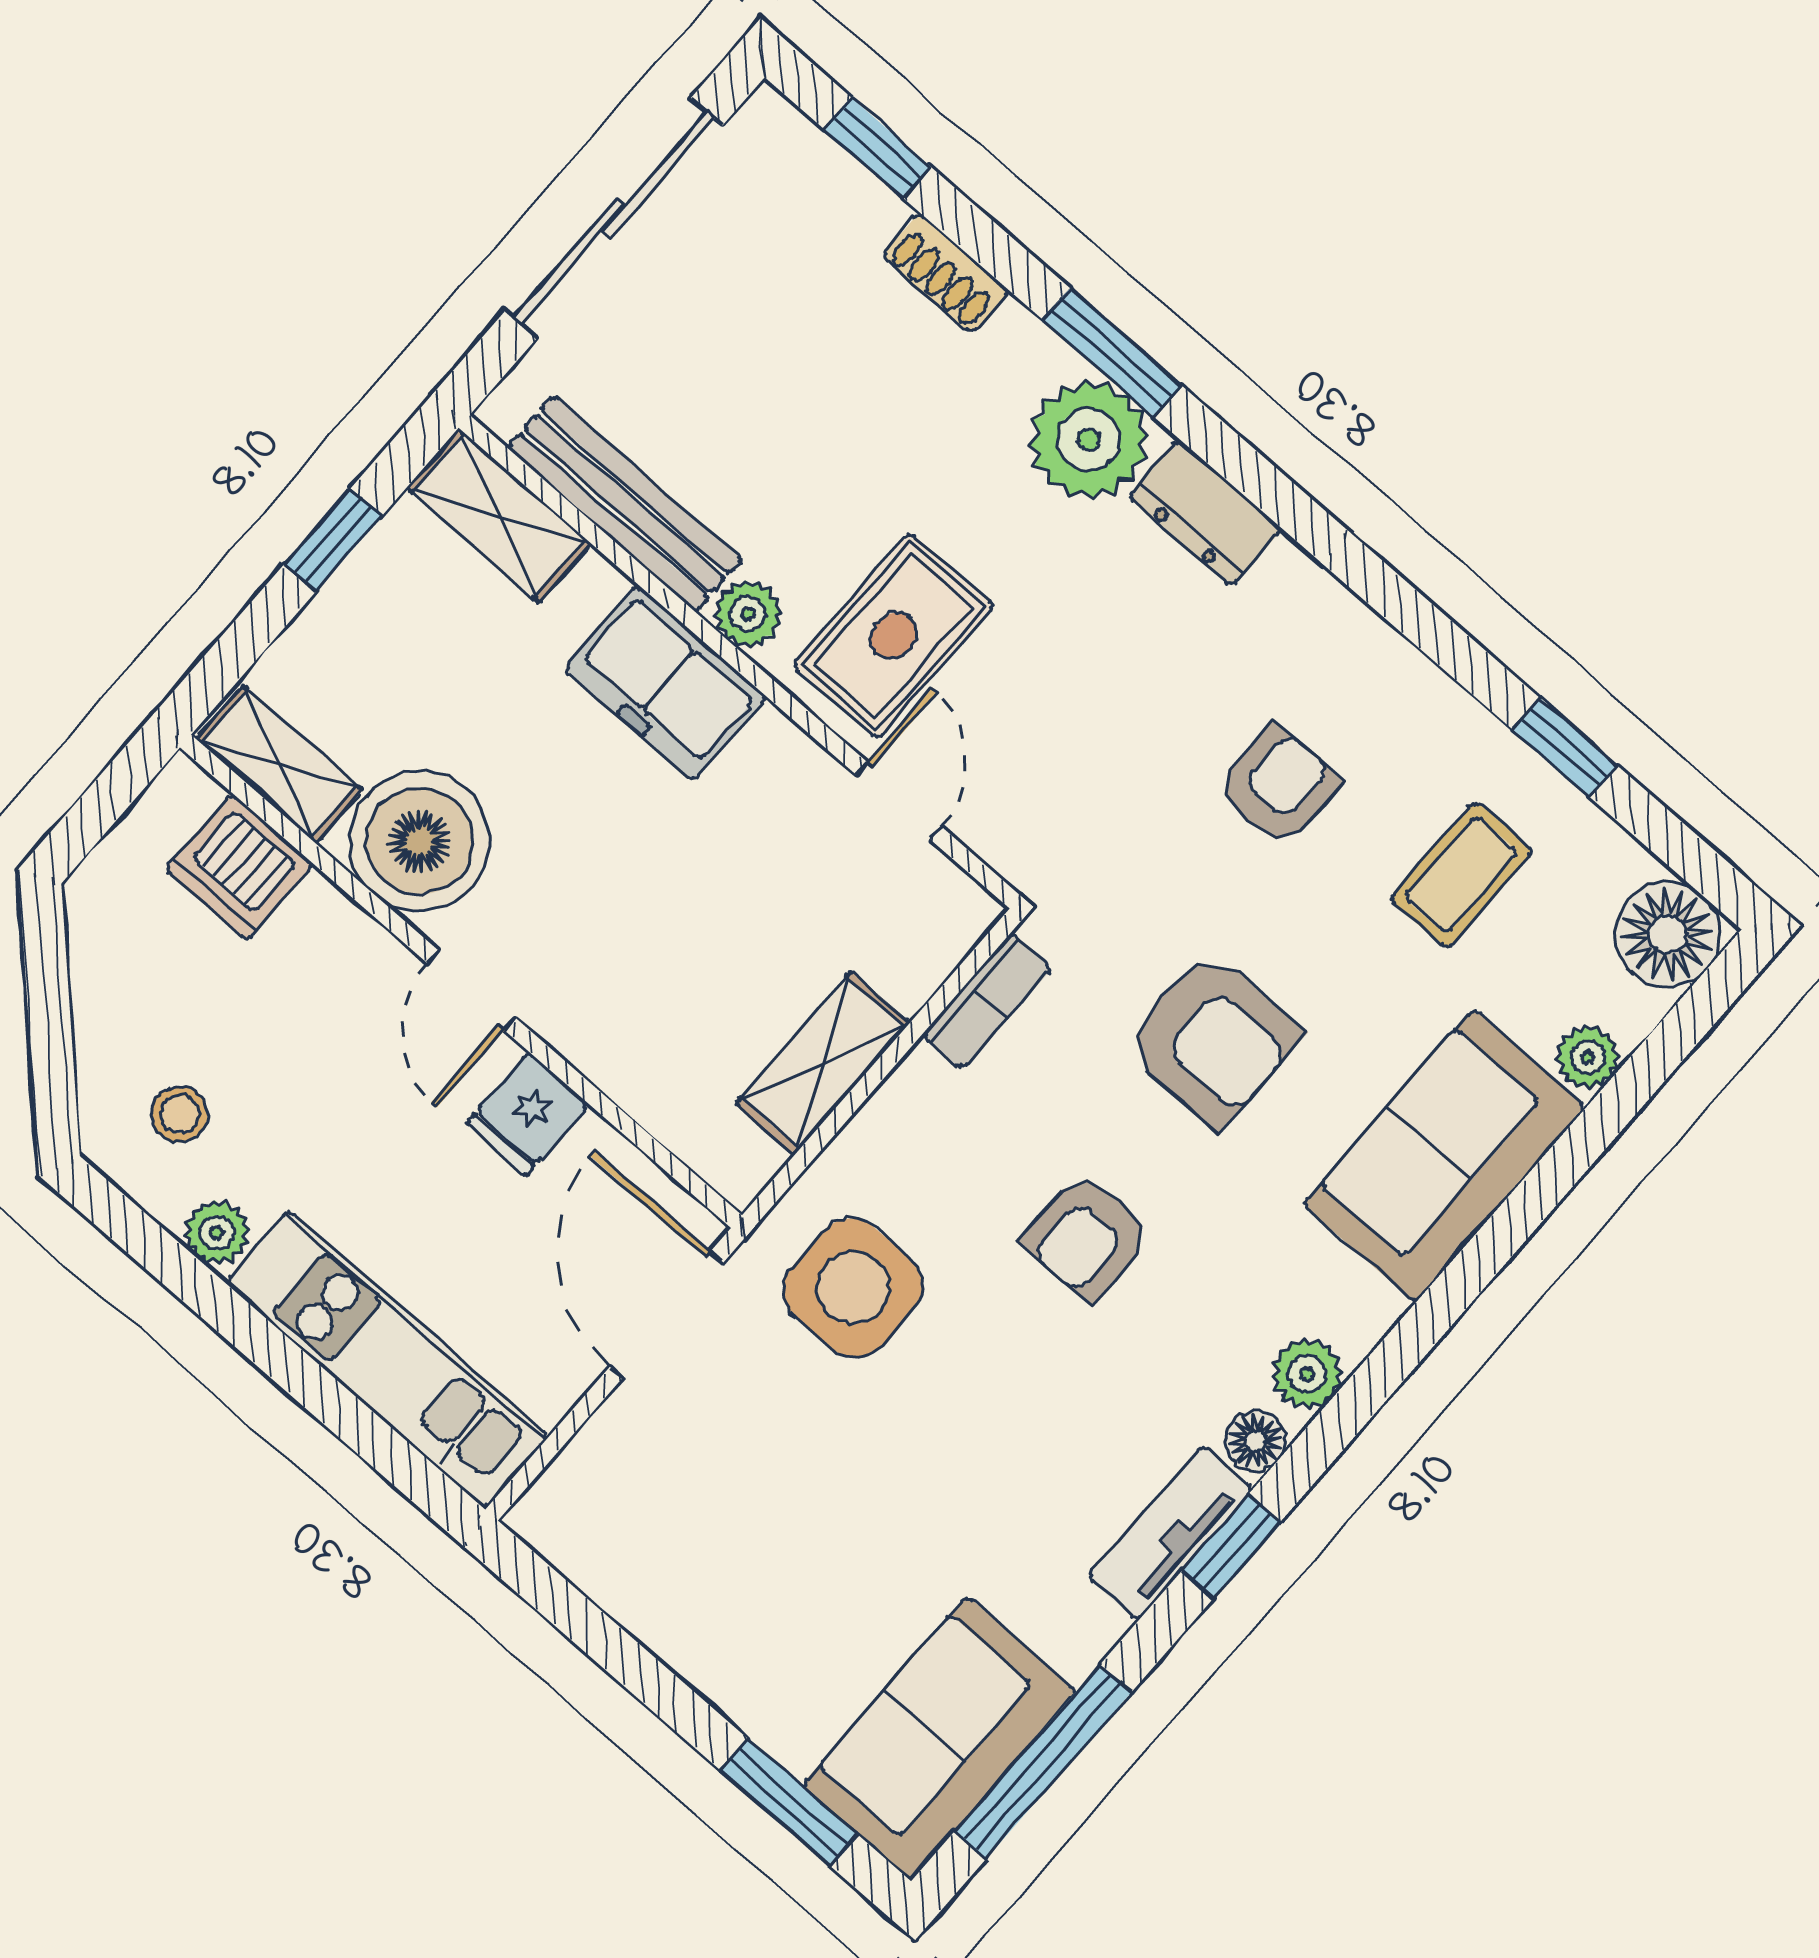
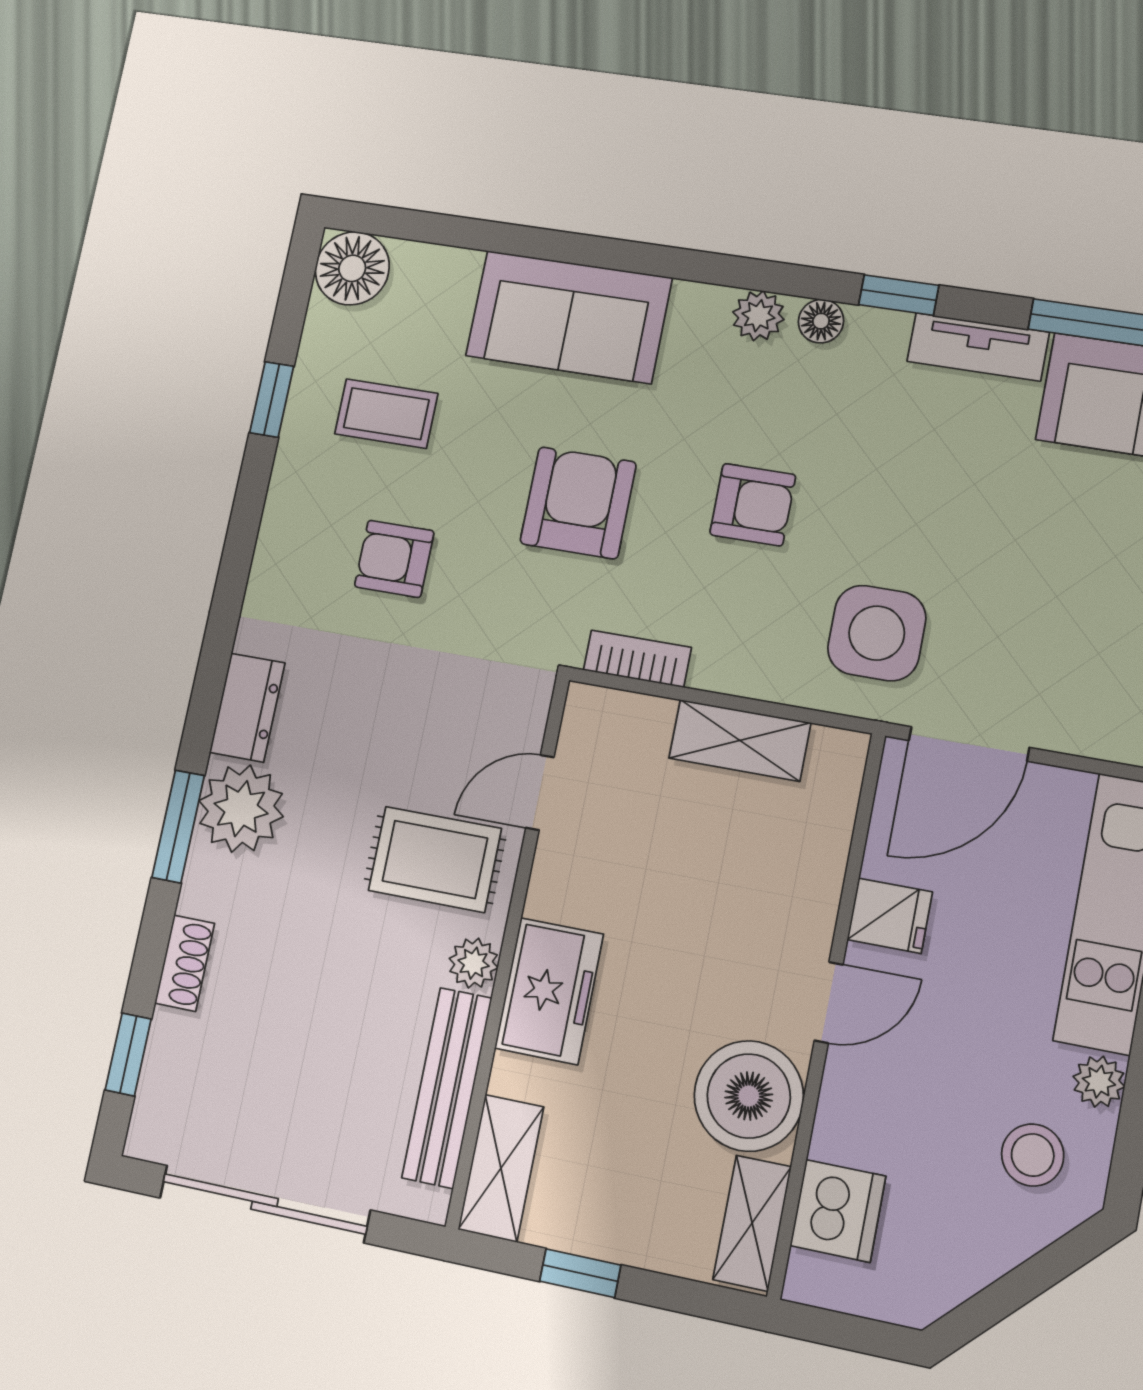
plant: (1588, 1057) -> (456, 269), removed
stool: (180, 1114) -> (1033, 1155), width x1.37, depth x1.37
tv unit: (1170, 1533) -> (978, 347), moved

